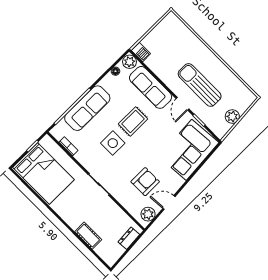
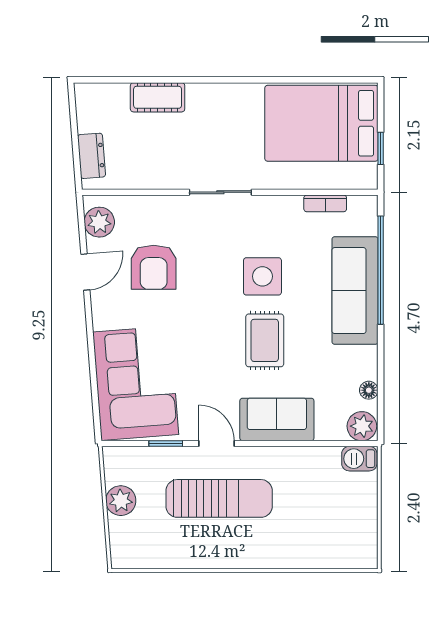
sofa: (151, 87) -> (277, 419), width x0.73

